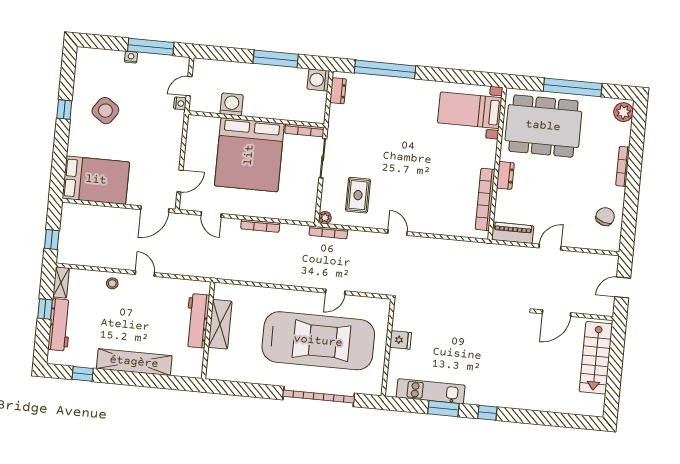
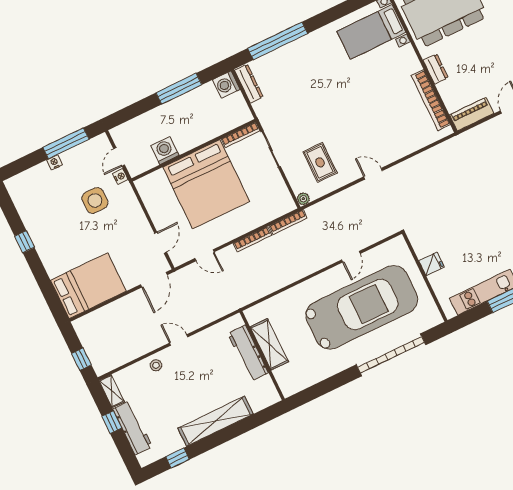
dresser: (338, 91) -> (249, 84), width x1.44
side table: (105, 111) -> (95, 200), moved, turned -35
bookcase: (328, 232) -> (288, 222), moved

